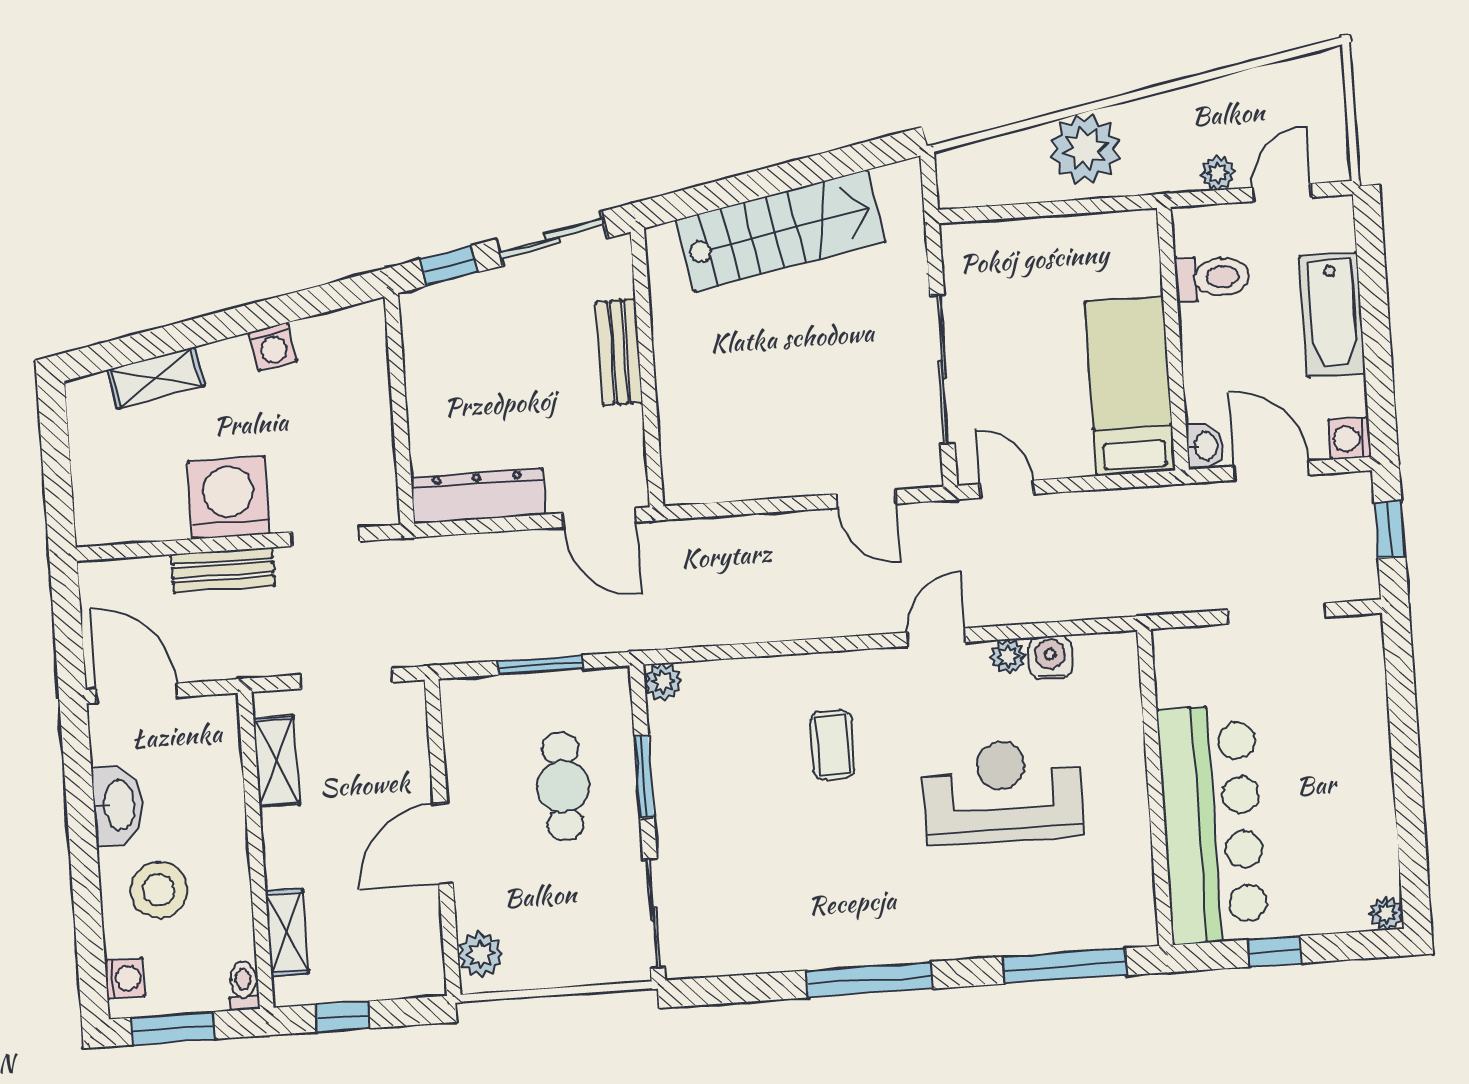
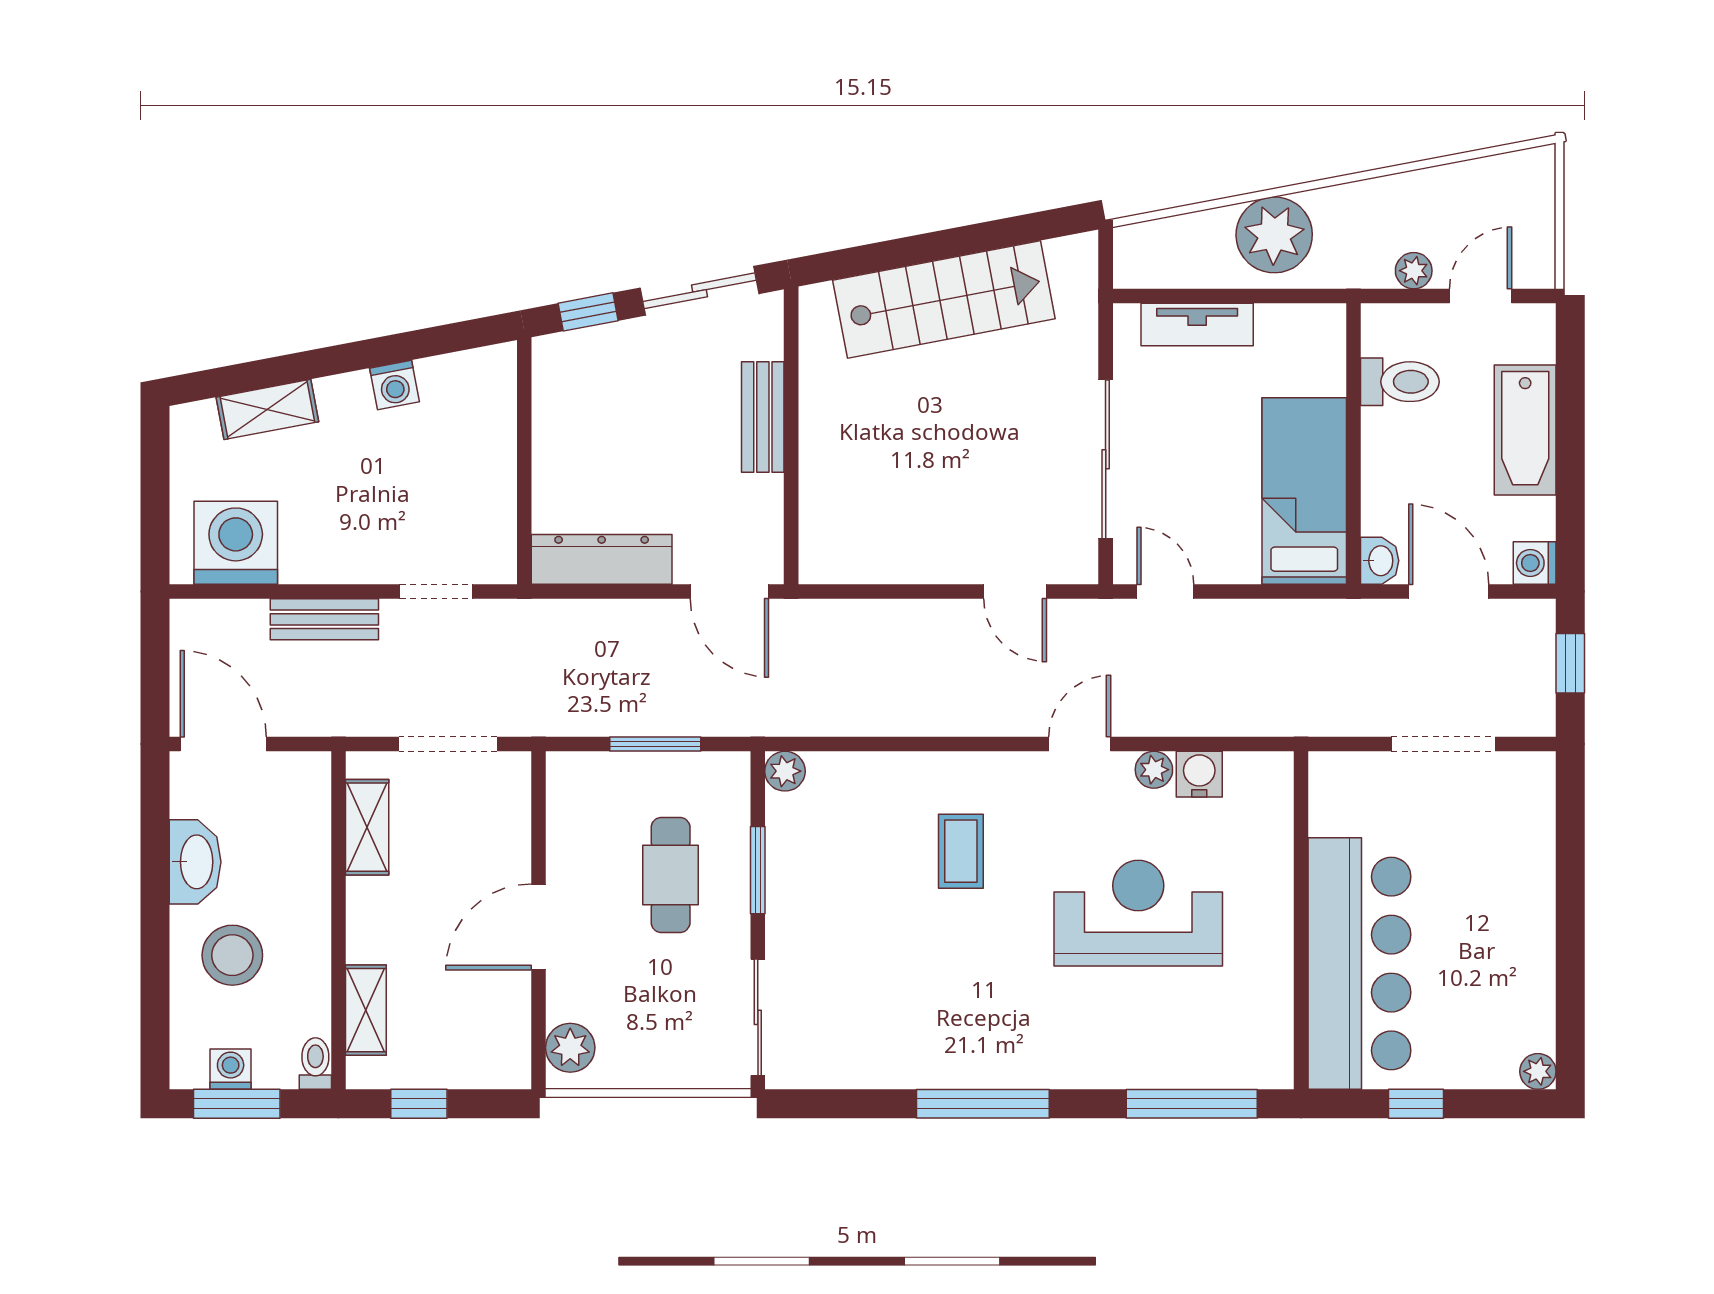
tv unit: (1019, 238) -> (1197, 325), added
washing machine: (229, 498) -> (236, 543), moved
washing machine: (125, 978) -> (231, 1069), moved, turned -90

